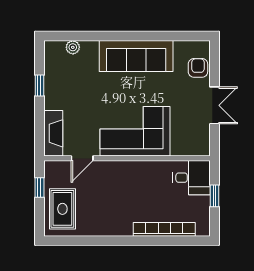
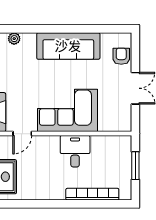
desk: (192, 178) -> (75, 151), moved, turned -90
window: (214, 196) -> (135, 166), width x1.50

